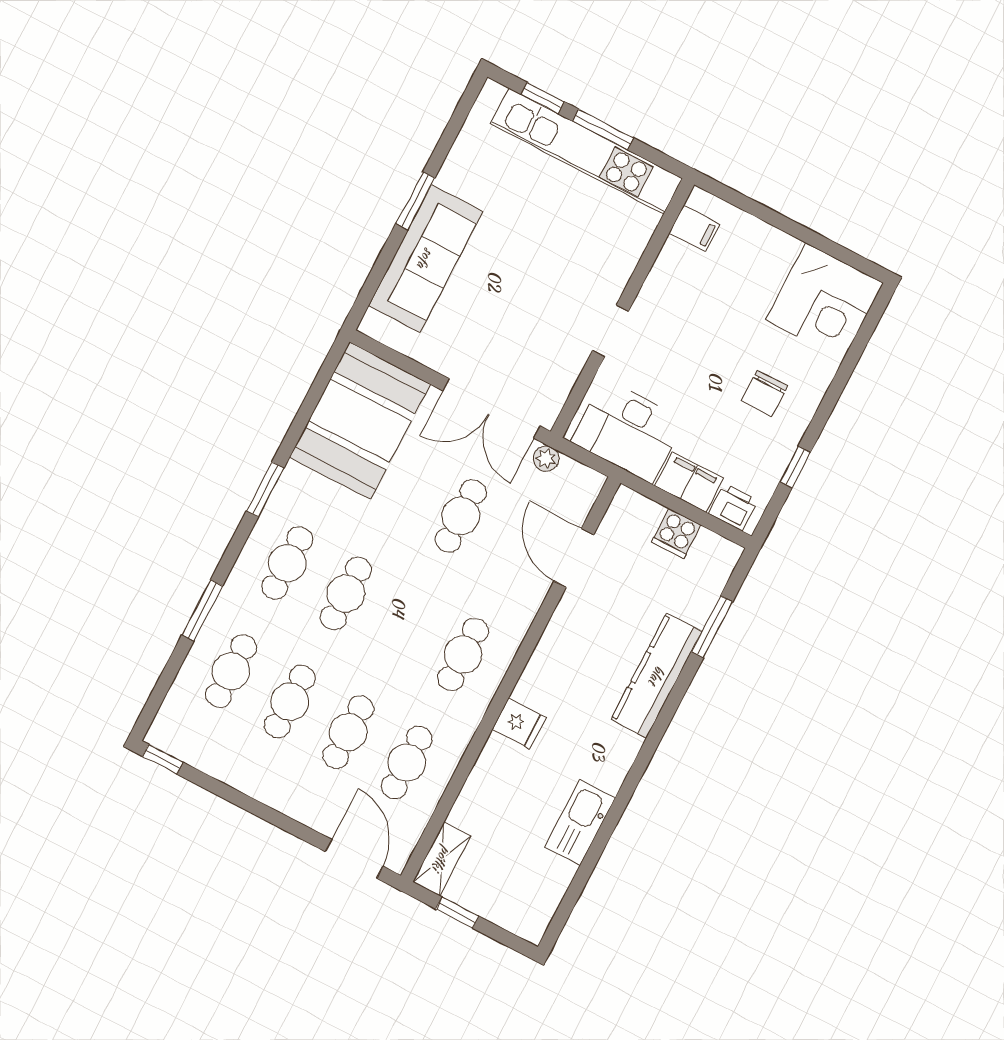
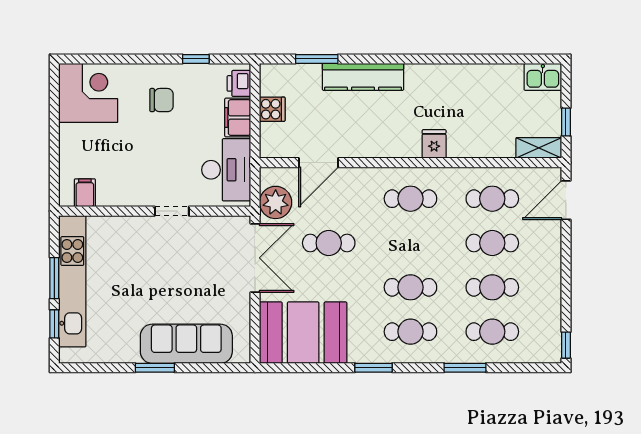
plant: (546, 459) -> (276, 202), width x1.88, depth x1.88
kitchen sink: (580, 823) -> (543, 77), moved, width x0.73

